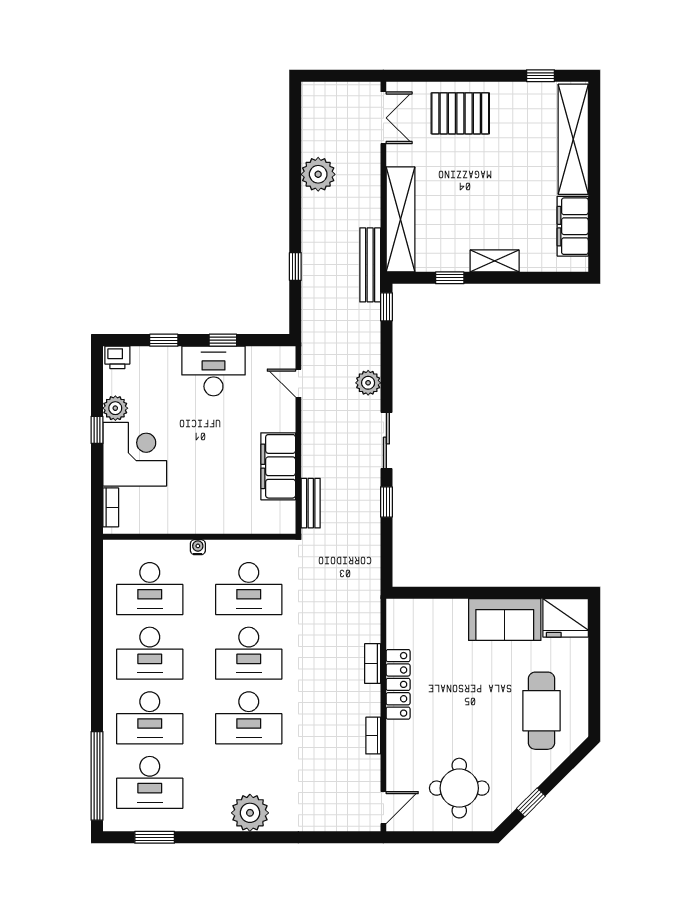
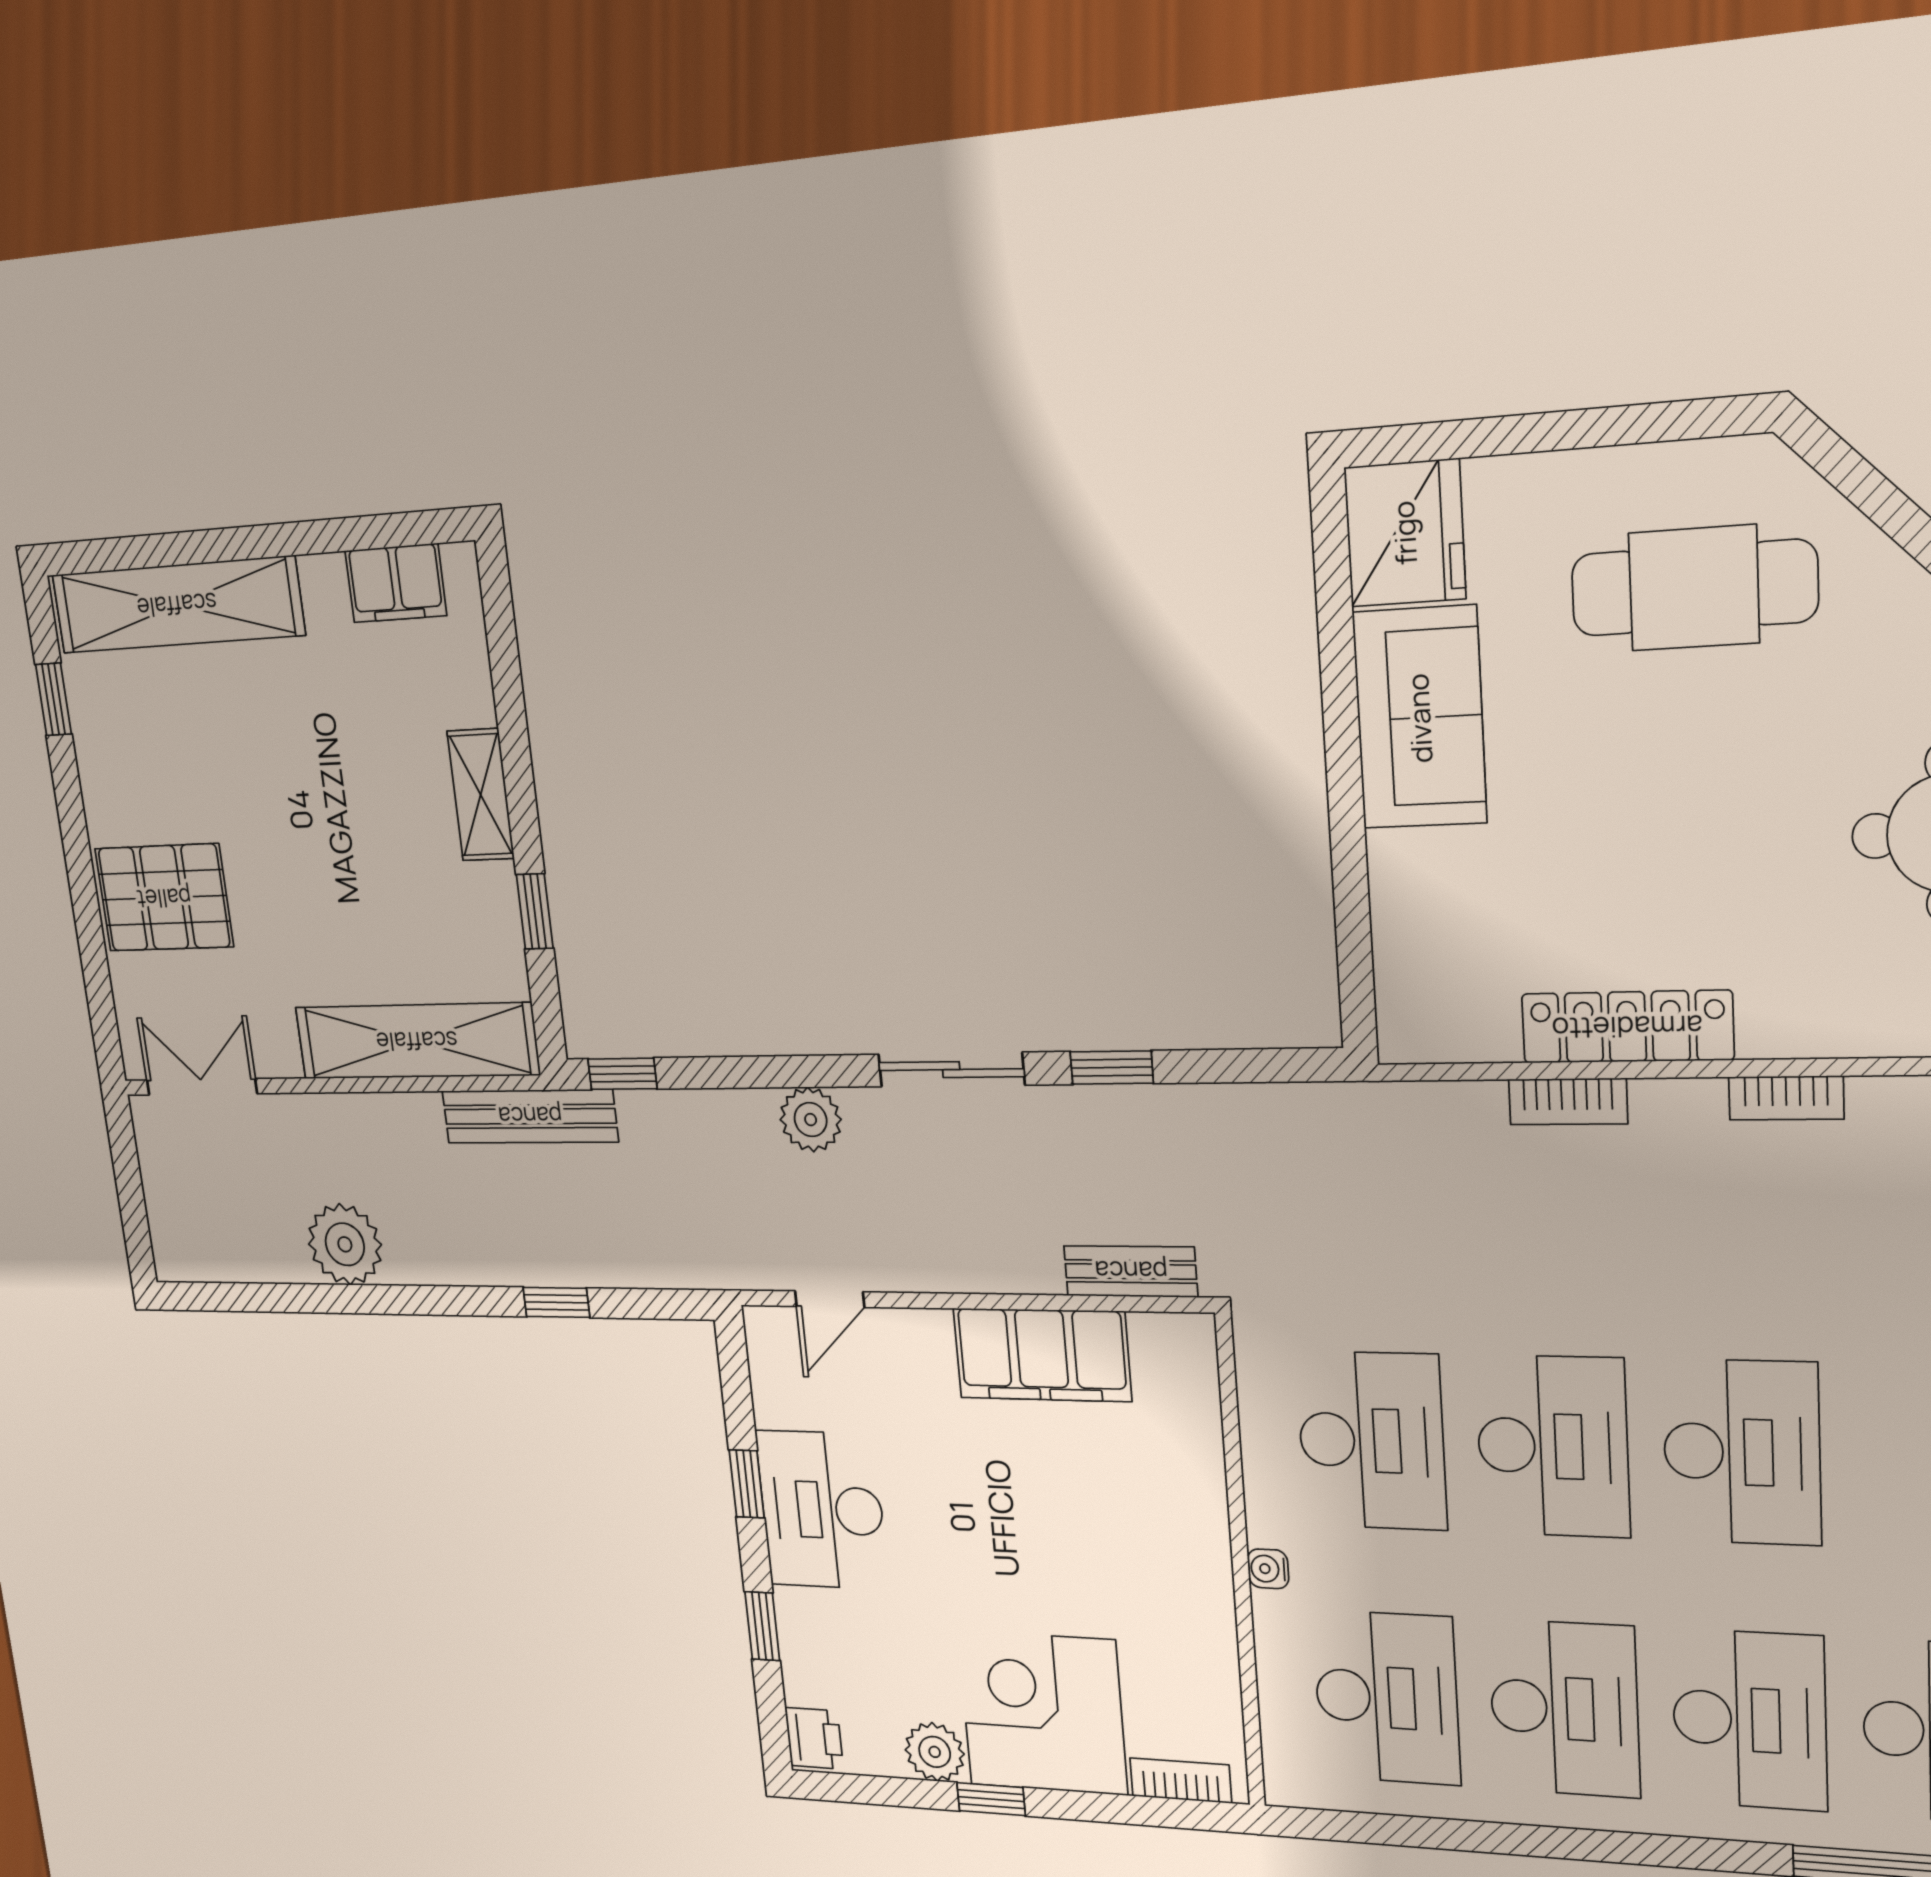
pallet: (460, 113) -> (164, 898), turned 90
filing cabinet: (573, 226) -> (396, 583), width x0.67, depth x0.86

